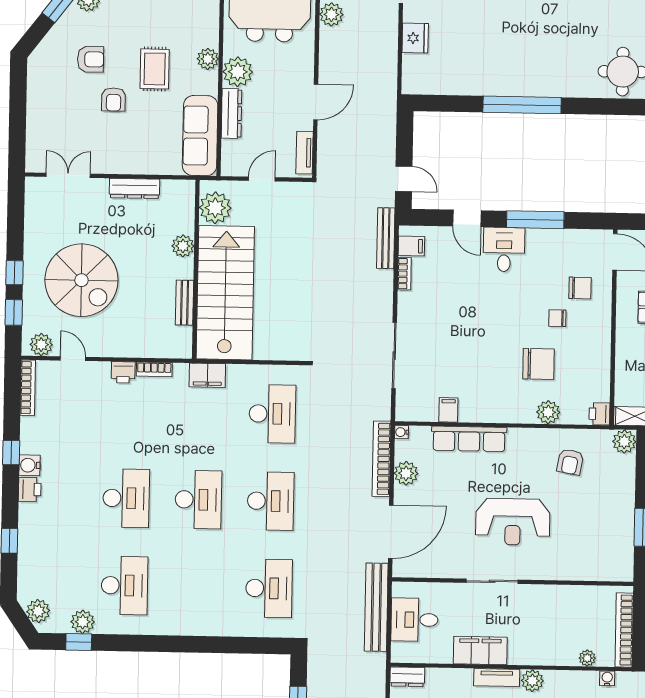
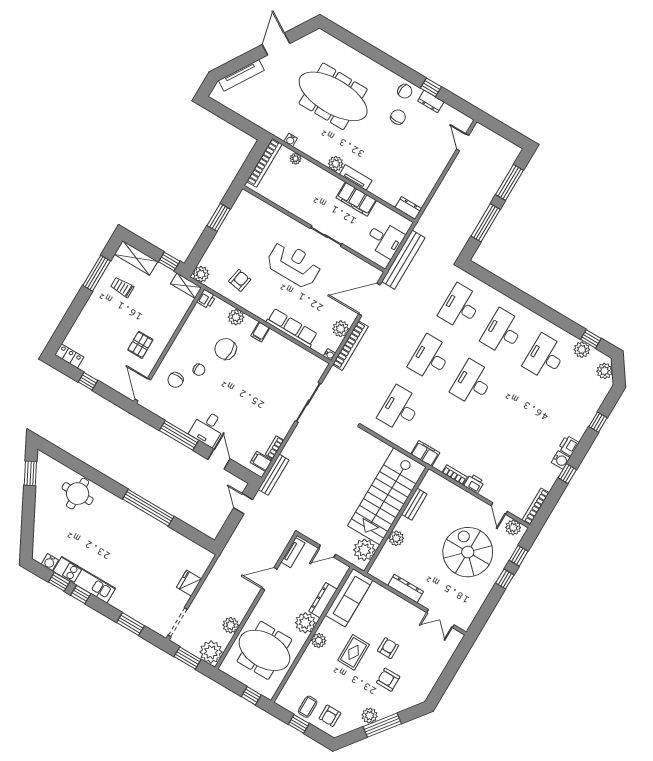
chair: (580, 288) -> (175, 380), turned -89
filing cabinet: (448, 410) -> (260, 332), moved
desk: (126, 498) -> (503, 332), moved

